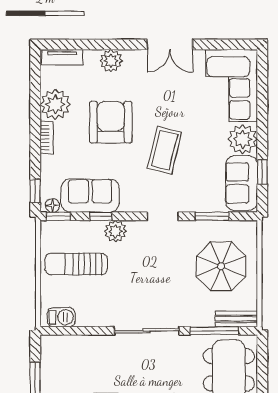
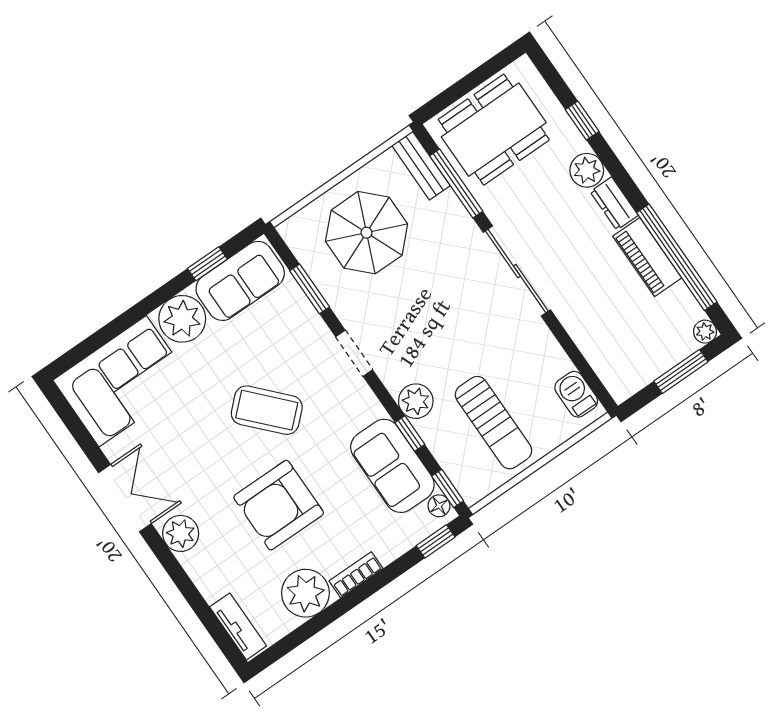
plant: (111, 61) -> (181, 533), moved
coffee table: (165, 150) -> (267, 410), turned 33

